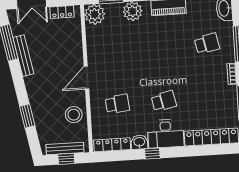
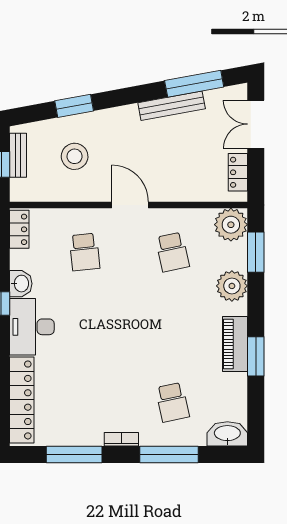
school desk: (164, 101) -> (172, 252), moved
stool: (74, 115) -> (75, 156), moved
locker: (112, 145) -> (19, 229), width x0.66
bench: (65, 149) -> (18, 155), width x0.73

